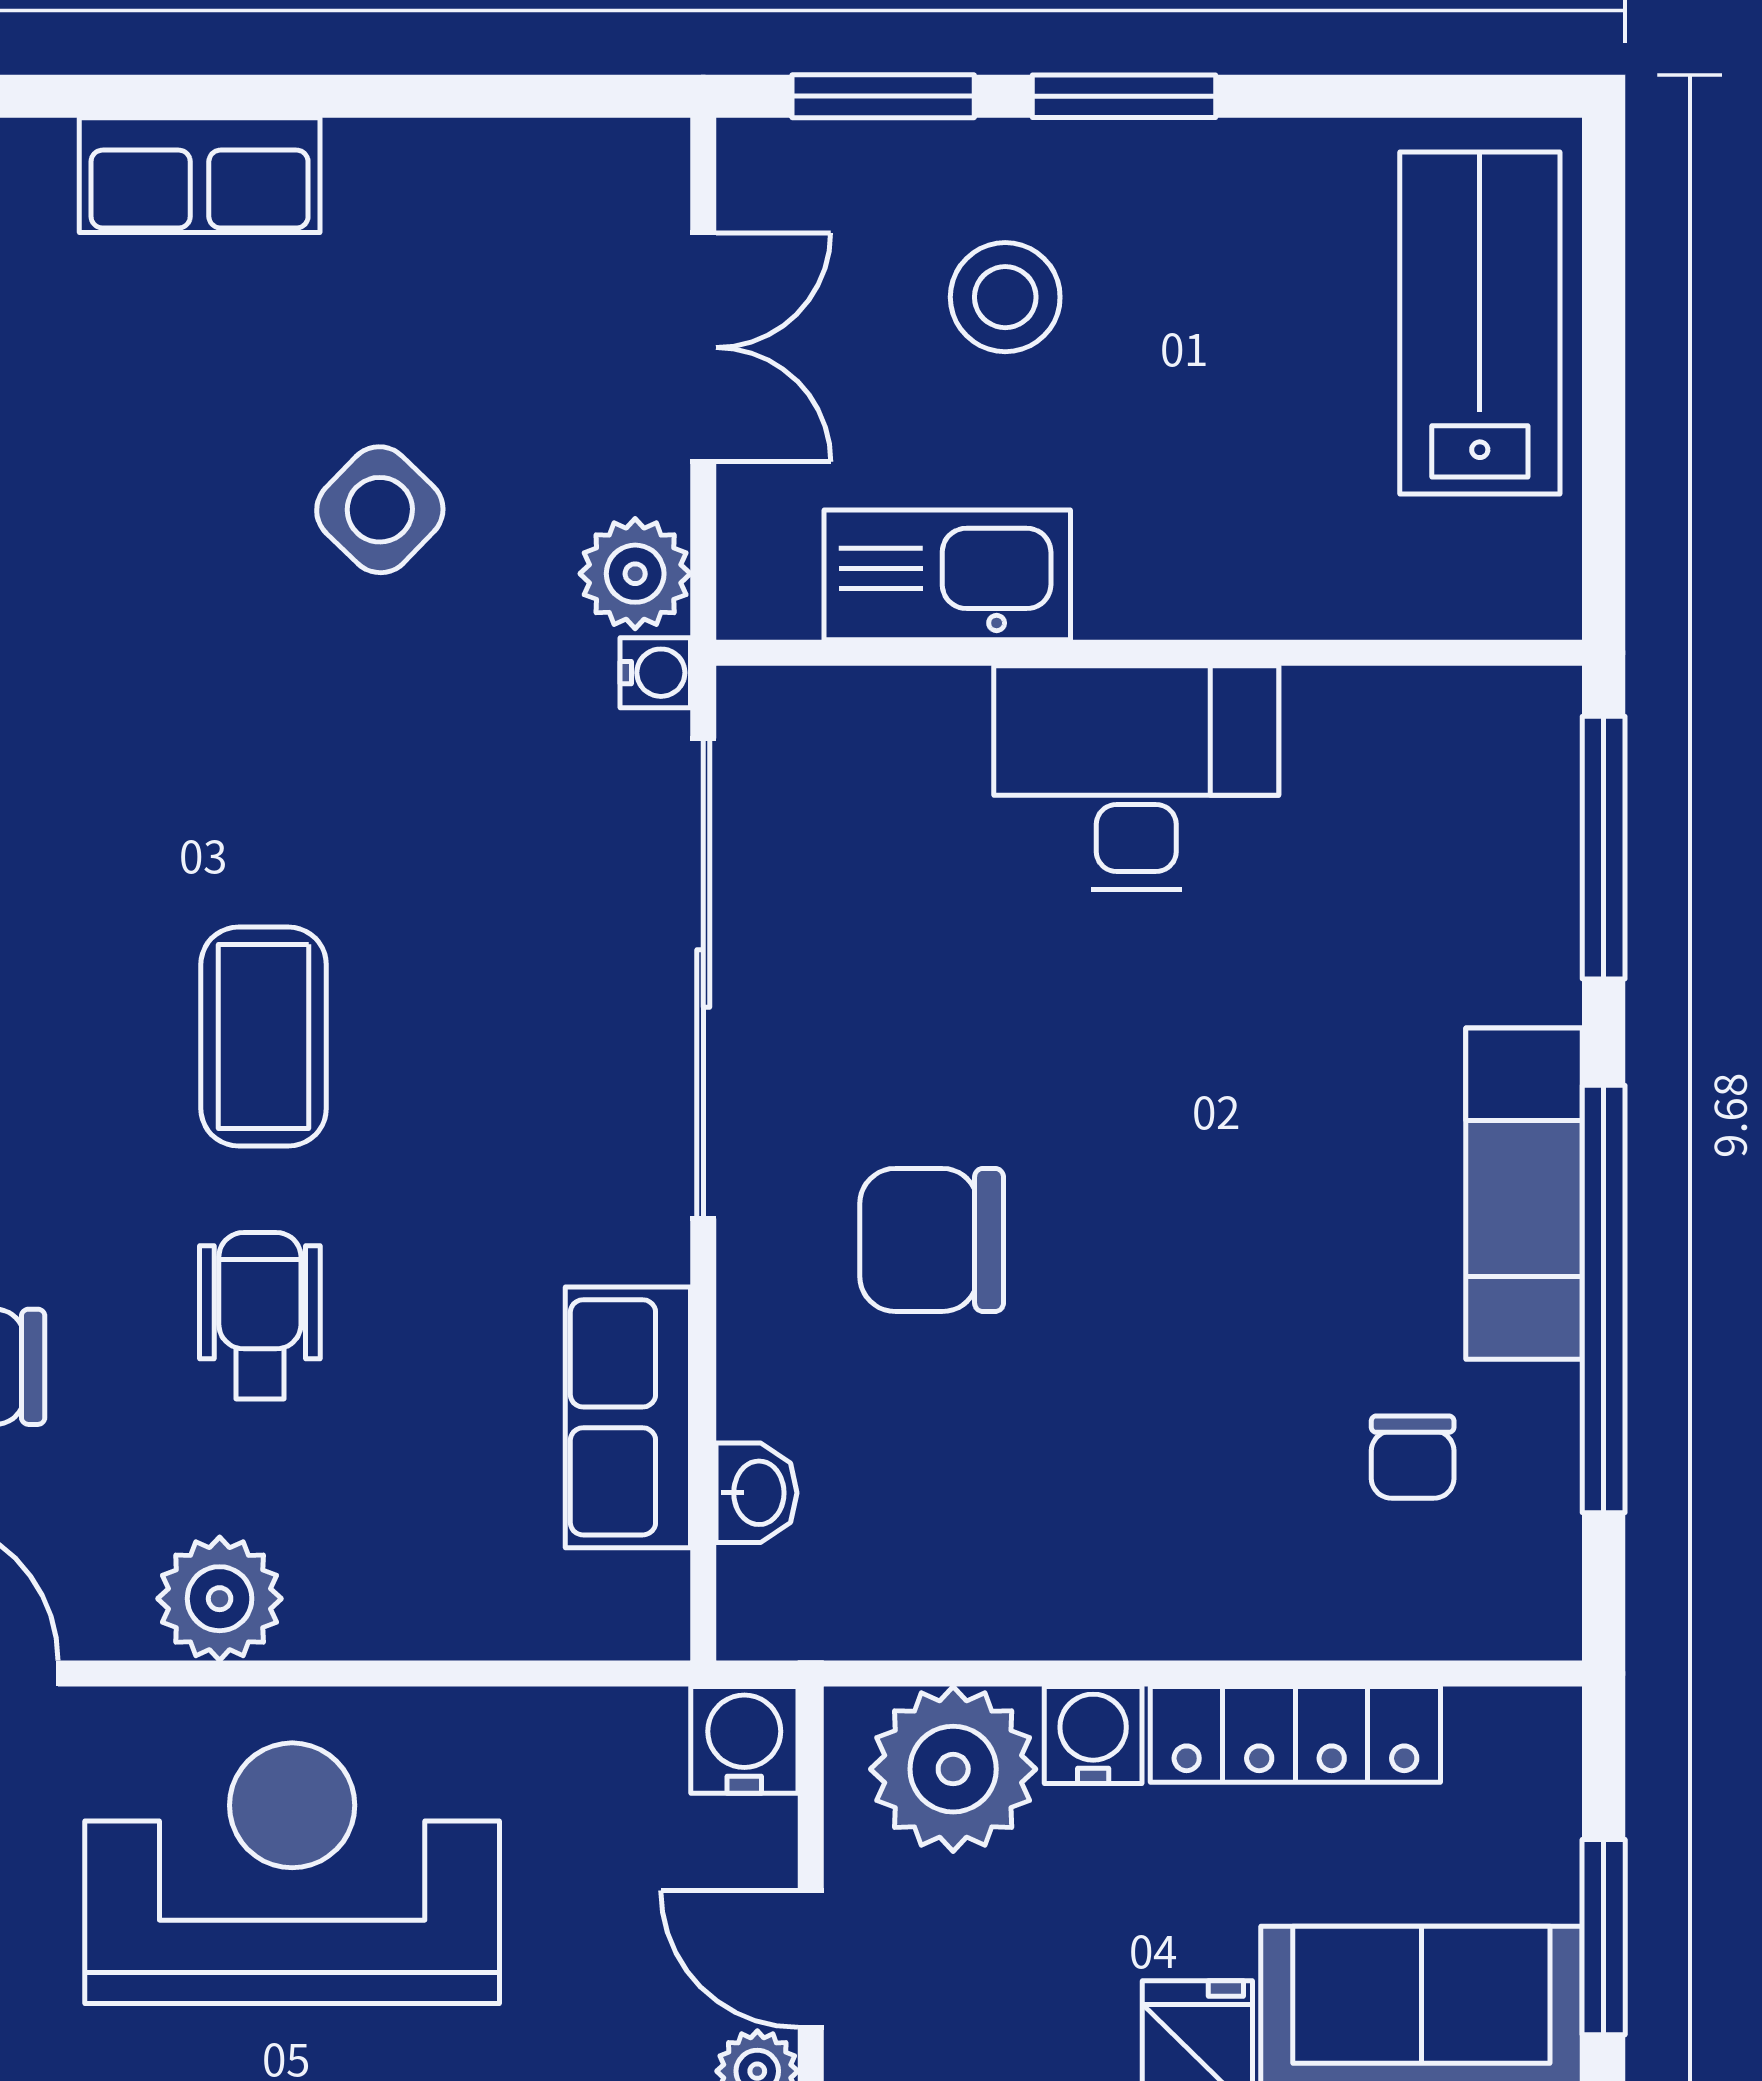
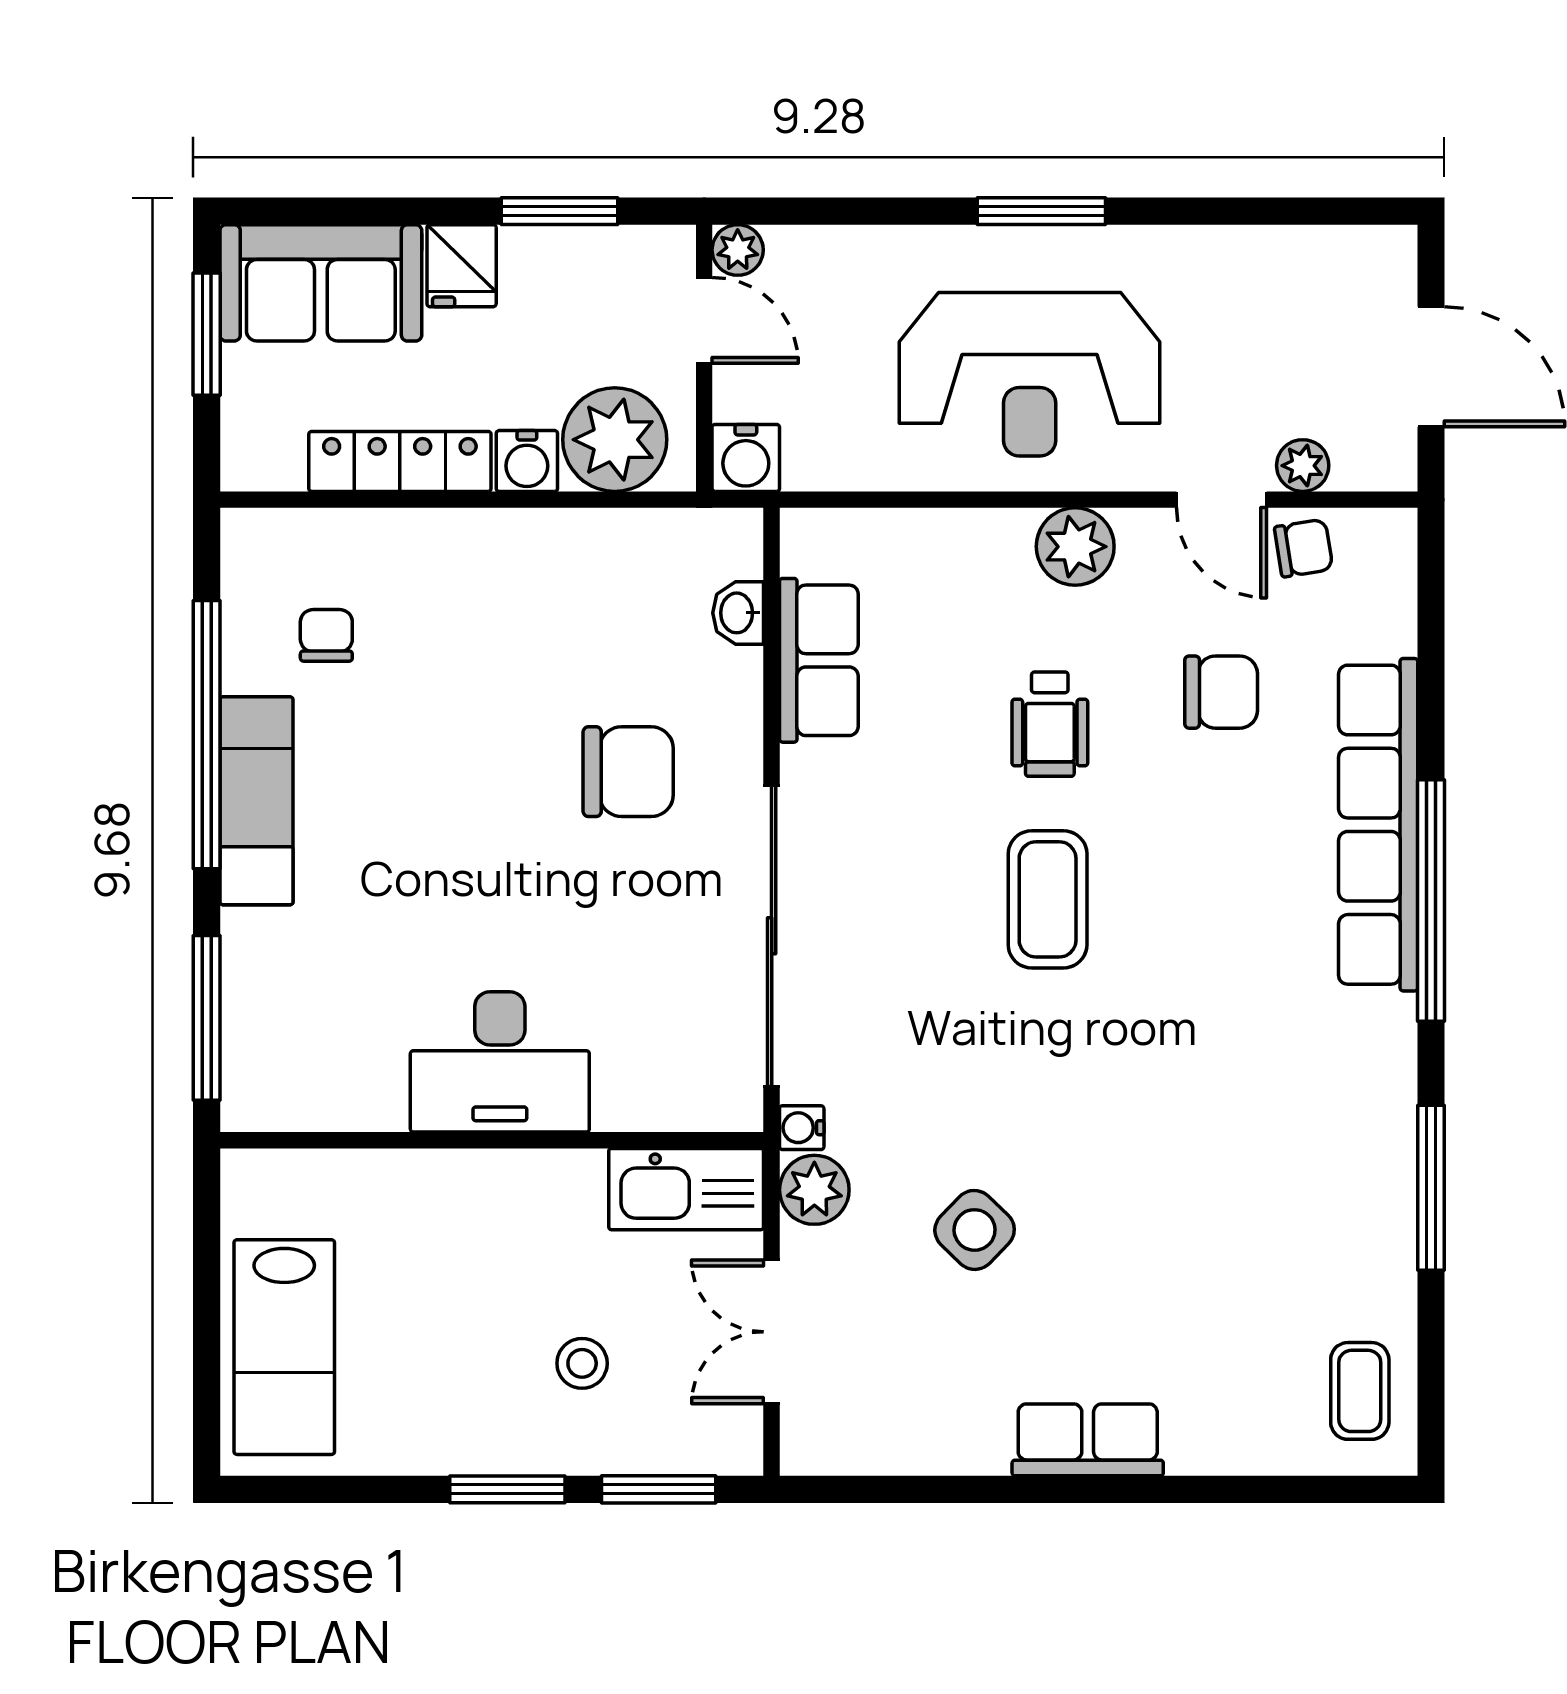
stool: (1005, 297) -> (582, 1363), width x0.73, depth x0.73
kitchen sink: (947, 575) -> (686, 1189), moved

